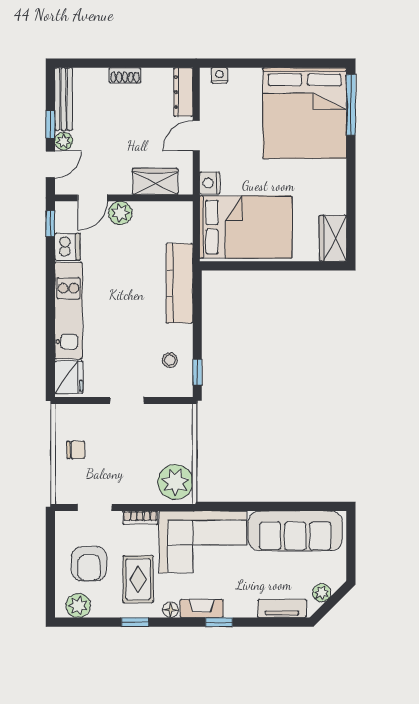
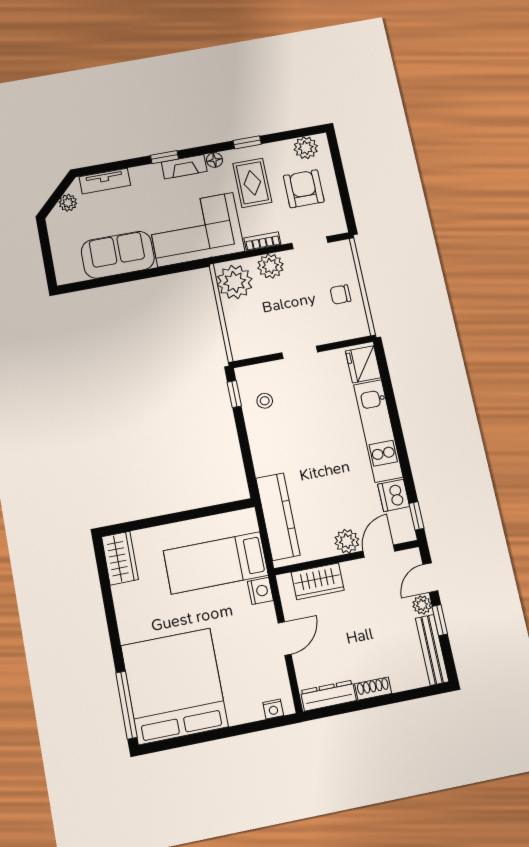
dresser: (183, 92) -> (328, 696), moved, turned -90
bed: (246, 227) -> (216, 563), width x0.67
kitchen counter: (180, 283) -> (278, 517), moved
plant: (138, 491) -> (270, 266), added
sofa: (295, 531) -> (118, 255), width x0.73

